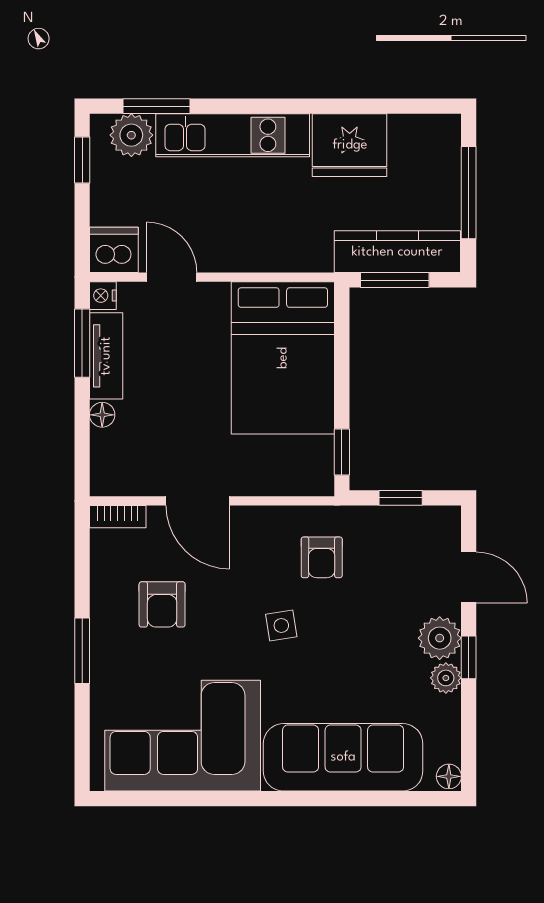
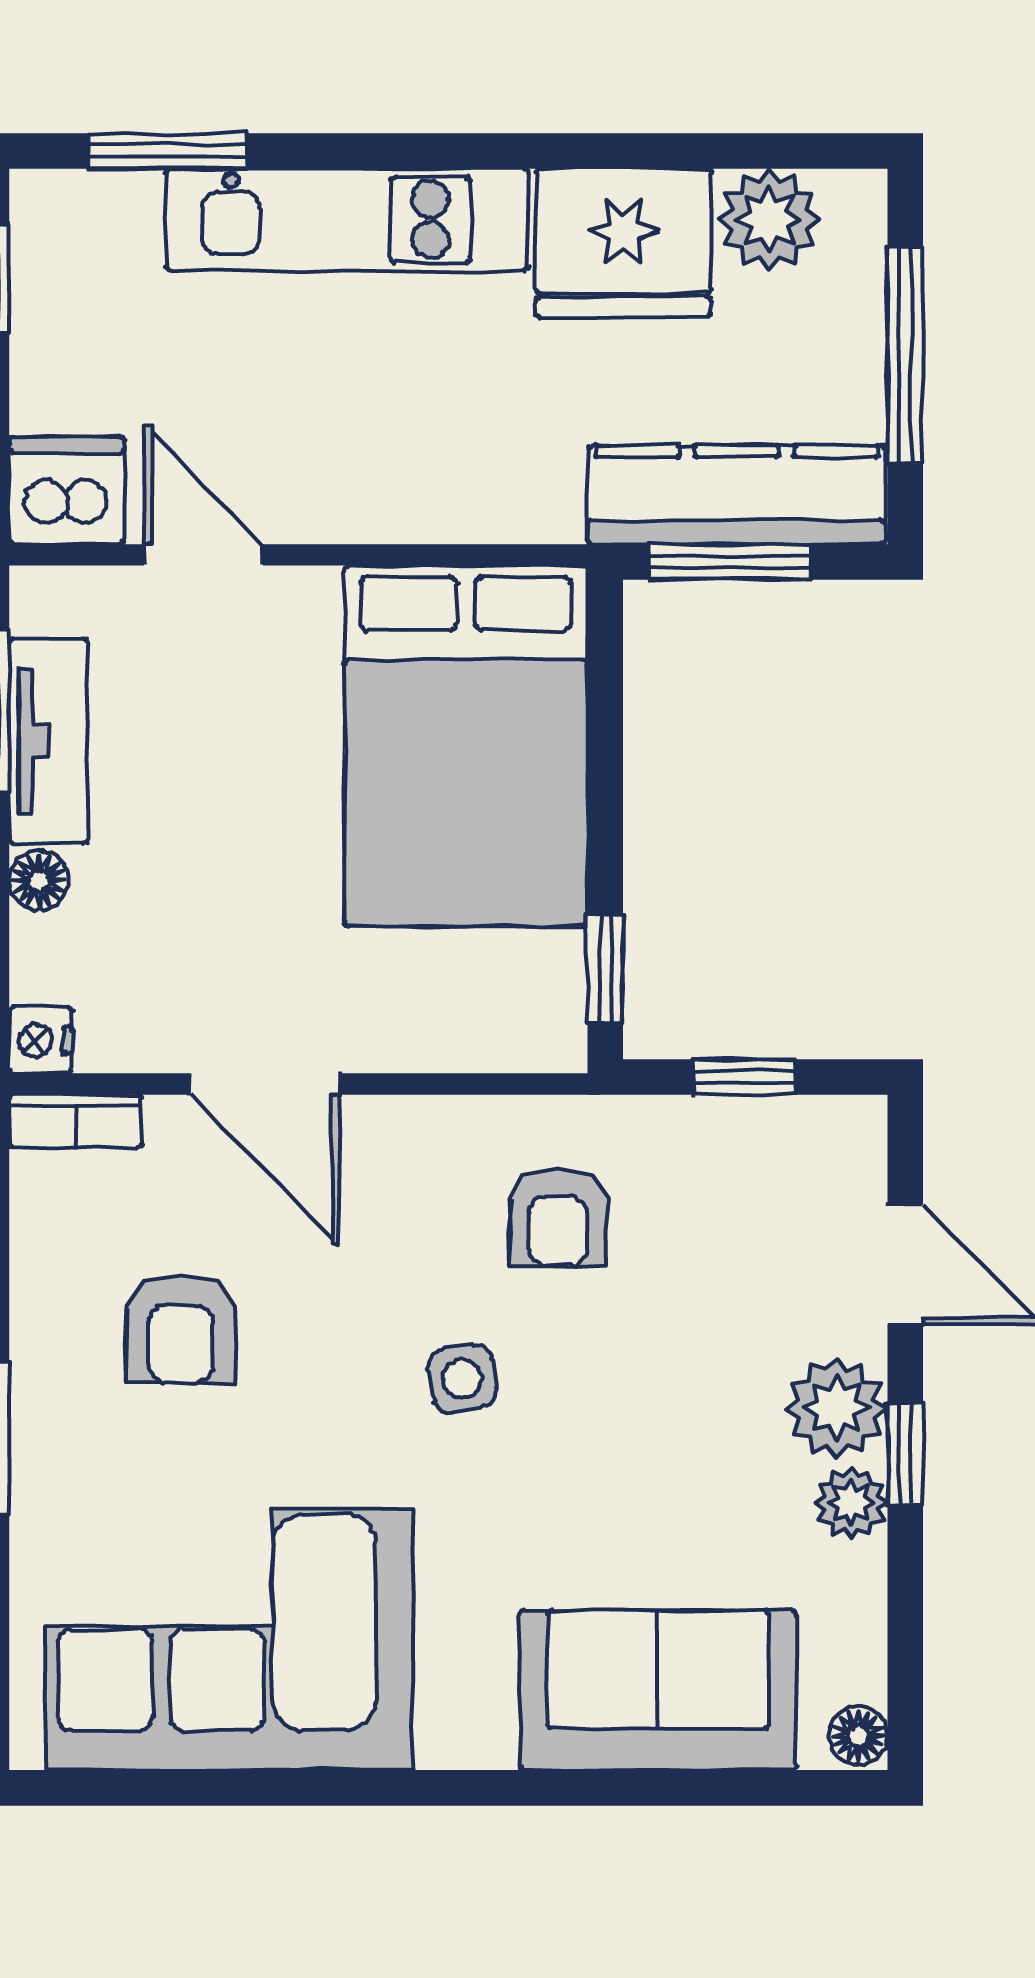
plant: (131, 135) -> (769, 220), moved
nightstand: (103, 296) -> (40, 1040), moved
sofa: (343, 757) -> (658, 1690), width x0.73

